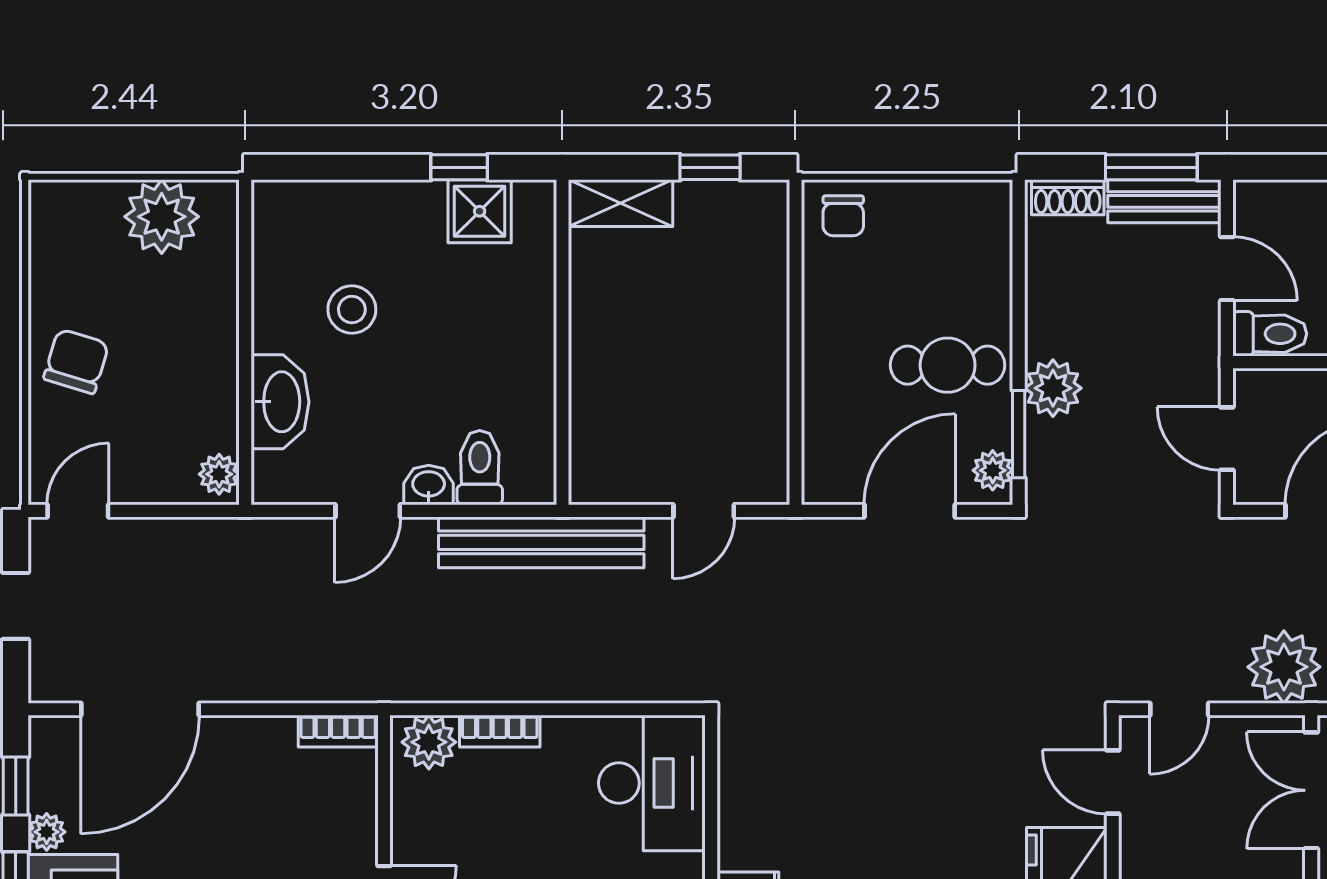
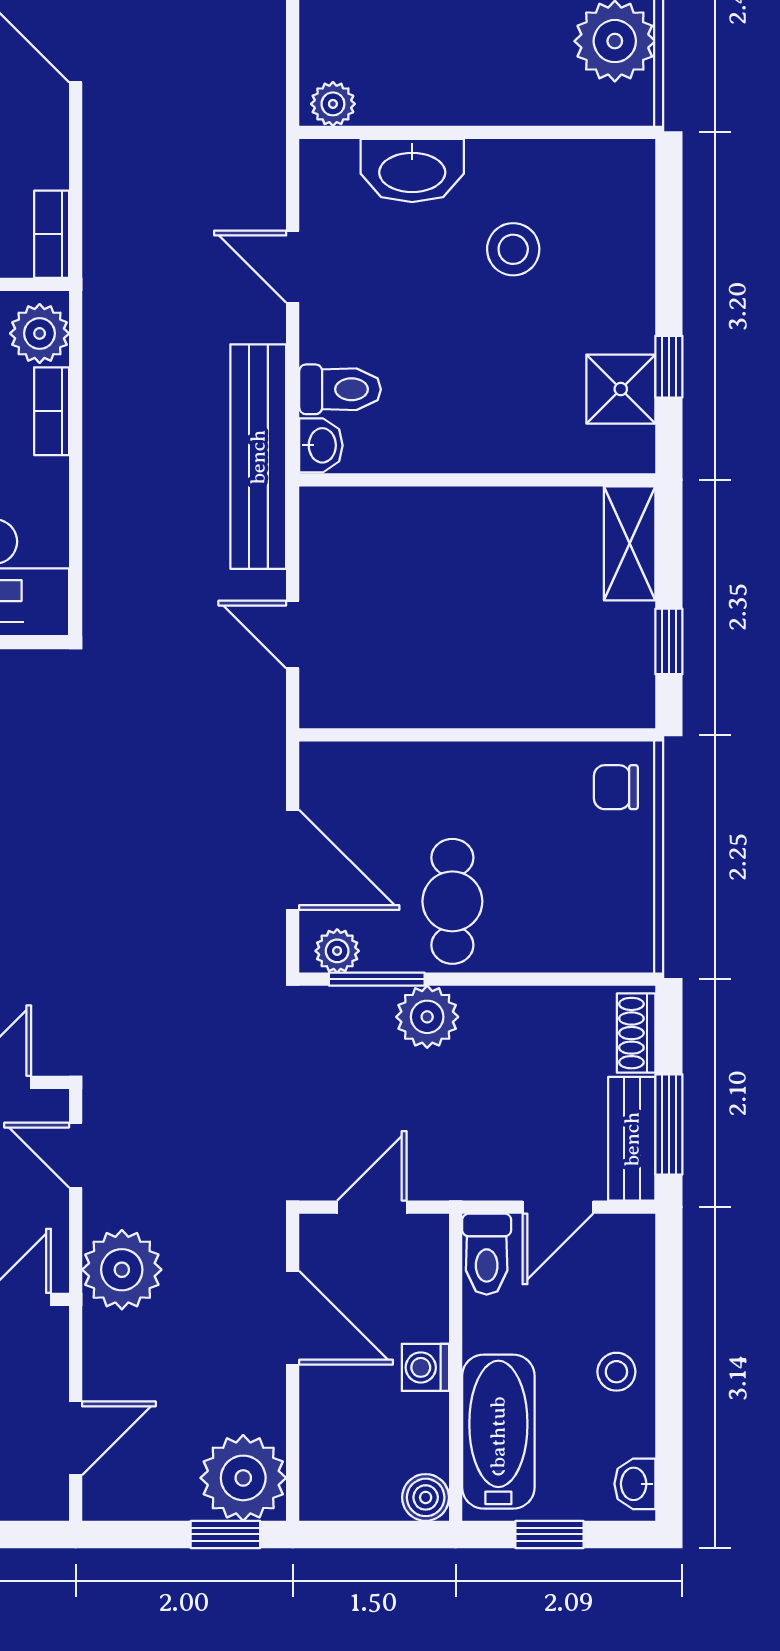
washbasin: (429, 485) -> (321, 445), moved

